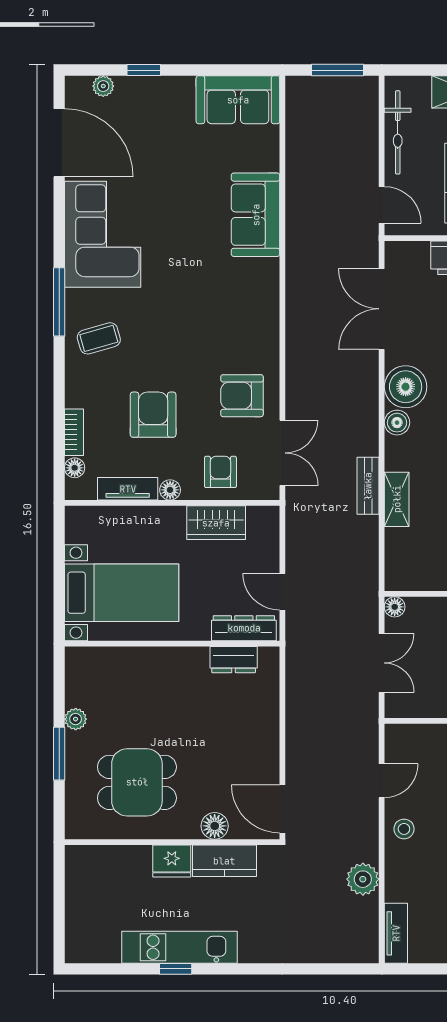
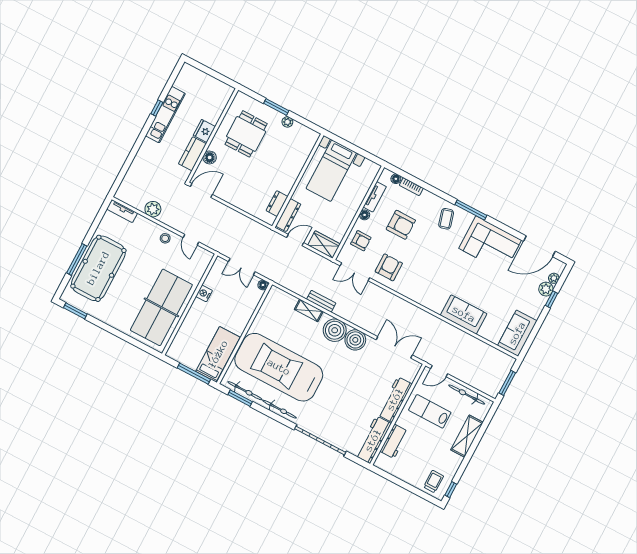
plant: (130, 90) -> (546, 289), added
boiler: (397, 423) -> (335, 330), width x1.86, depth x1.86
wardrobe: (216, 523) -> (324, 245), moved, turned 90

